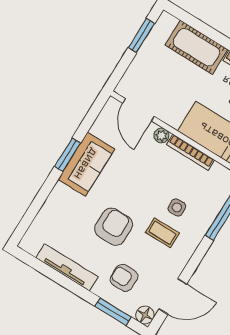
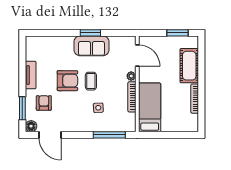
door: (138, 110) -> (137, 55), swing flipped
coffee table: (162, 233) -> (91, 81), moved
tv unit: (67, 267) -> (31, 75), width x0.71

